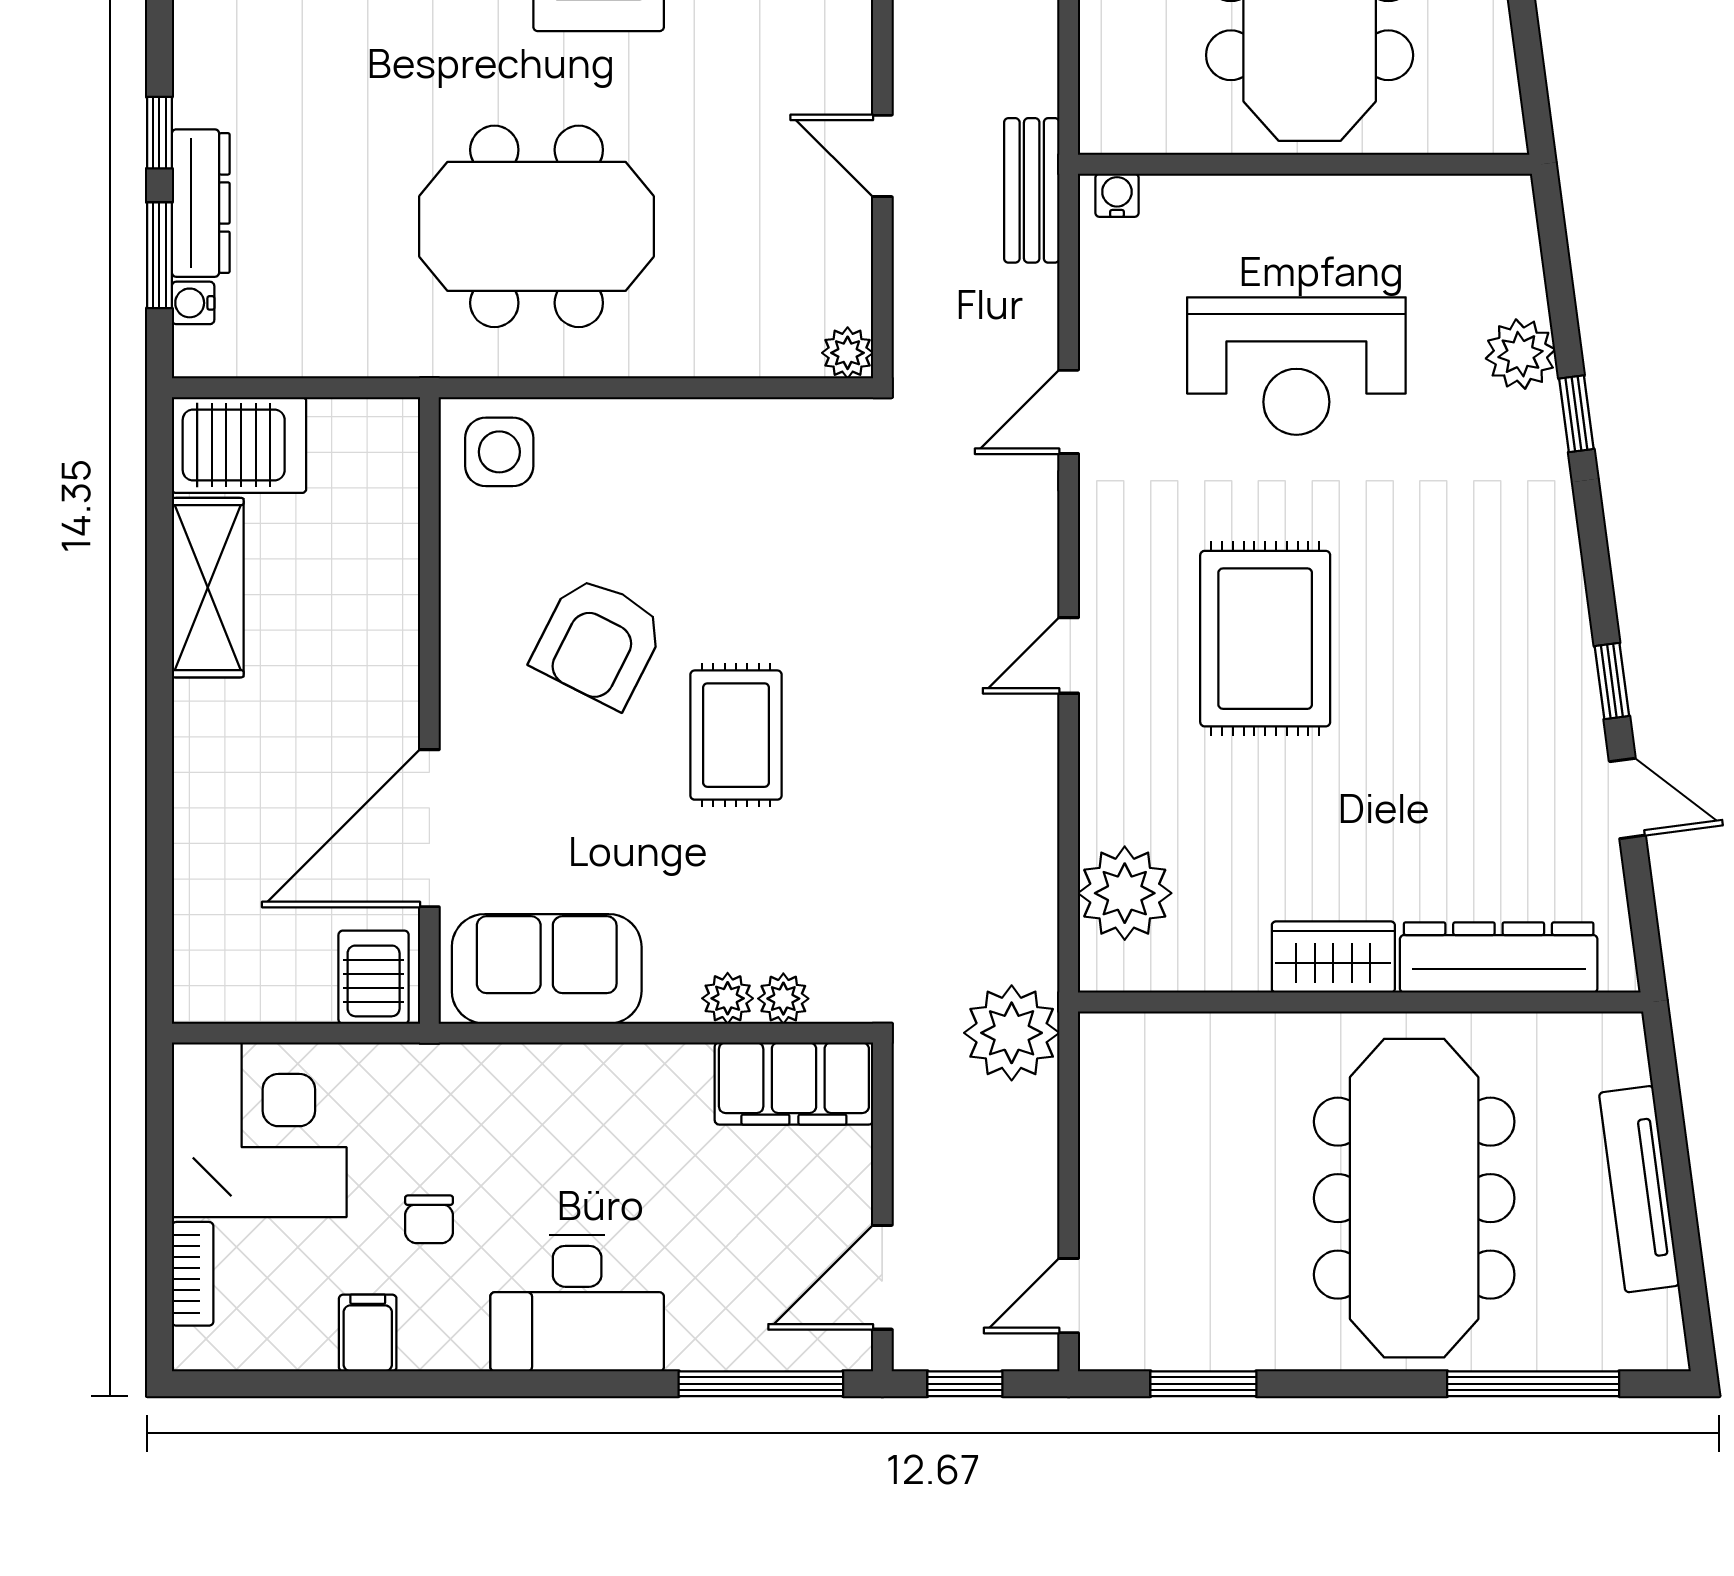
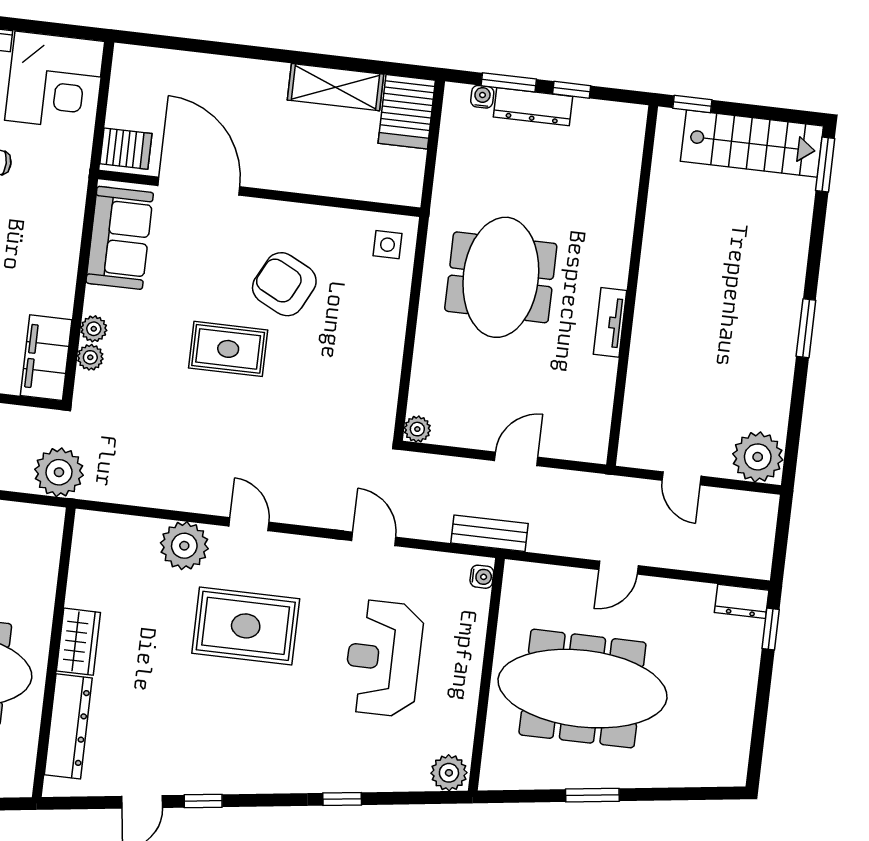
plant: (1520, 354) -> (449, 773), moved
side table: (499, 452) -> (388, 245), width x0.73, depth x0.73
plant: (1125, 893) -> (184, 546), moved

